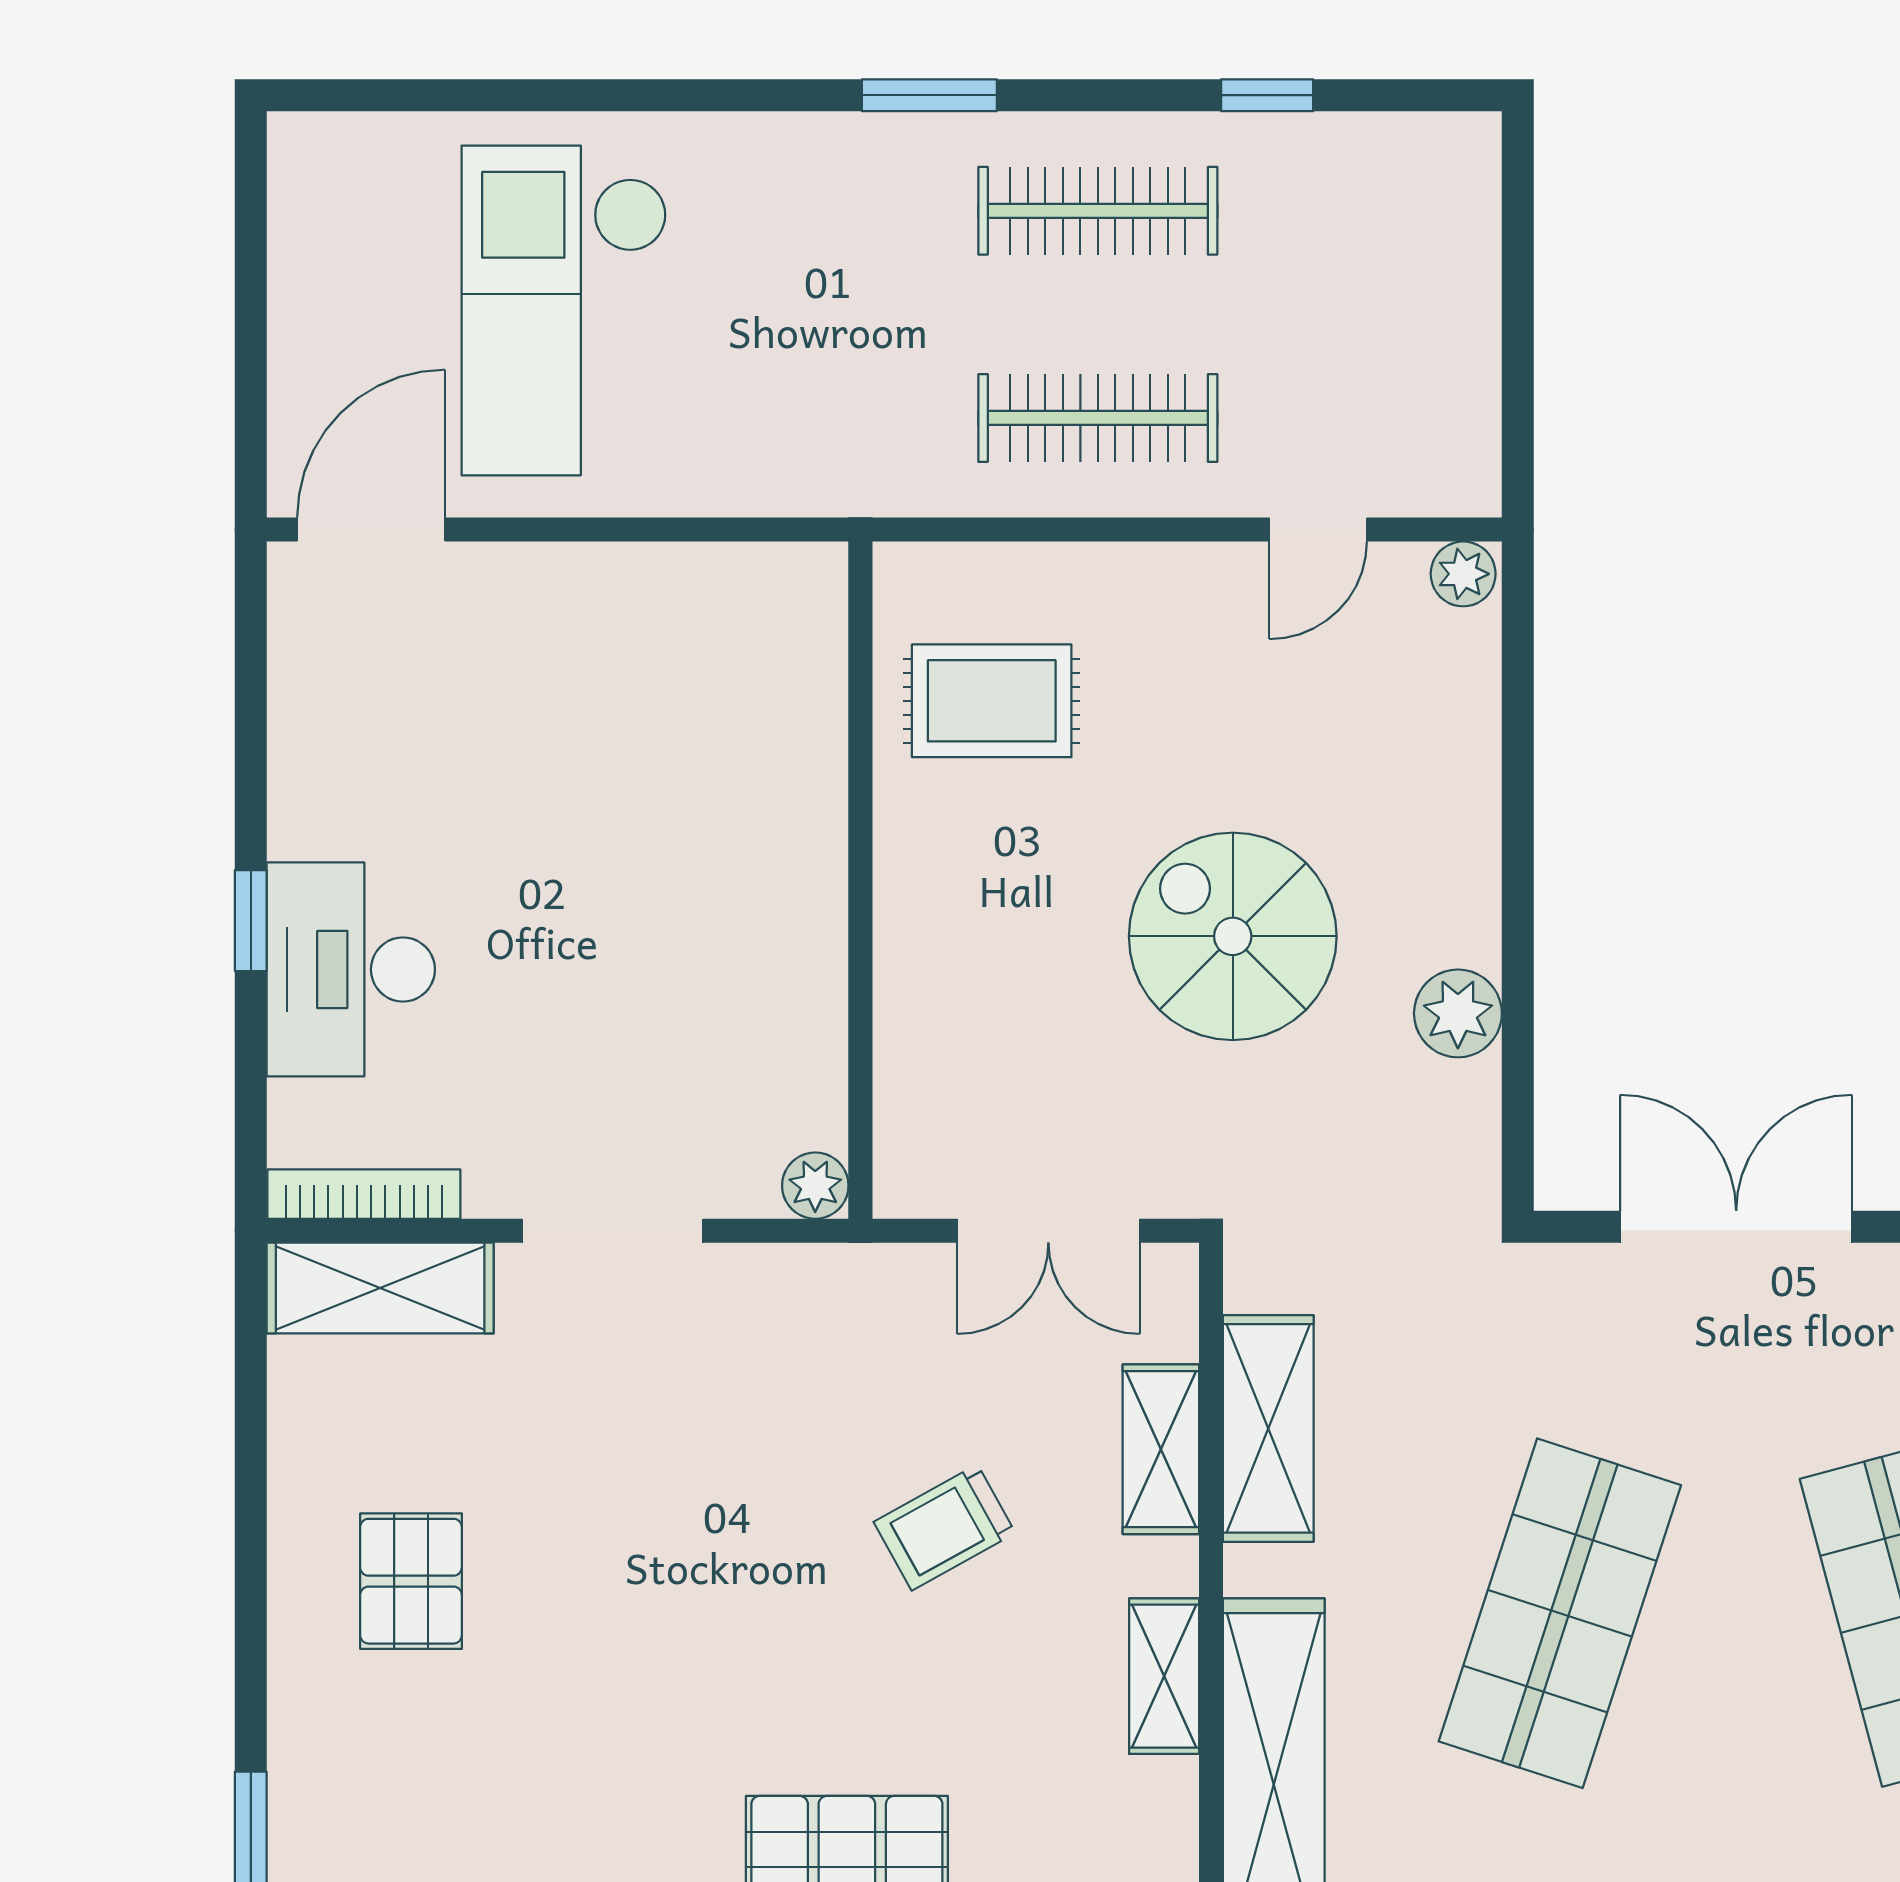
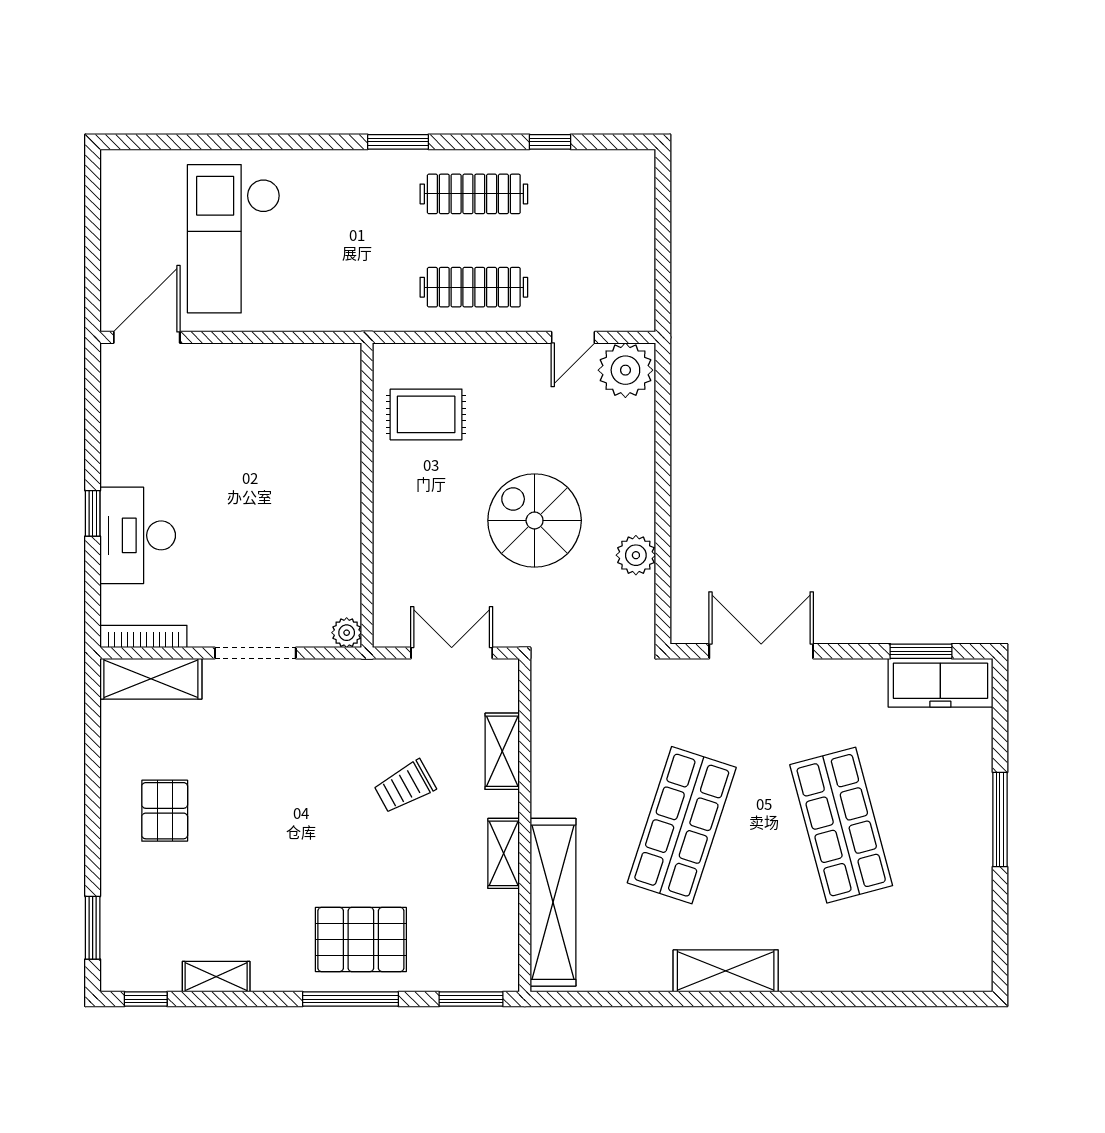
plant: (1463, 574) -> (625, 370), width x1.88, depth x1.88
double door: (1048, 1231) -> (452, 653), swing flipped
shelving: (1268, 1428) -> (551, 742), removed

